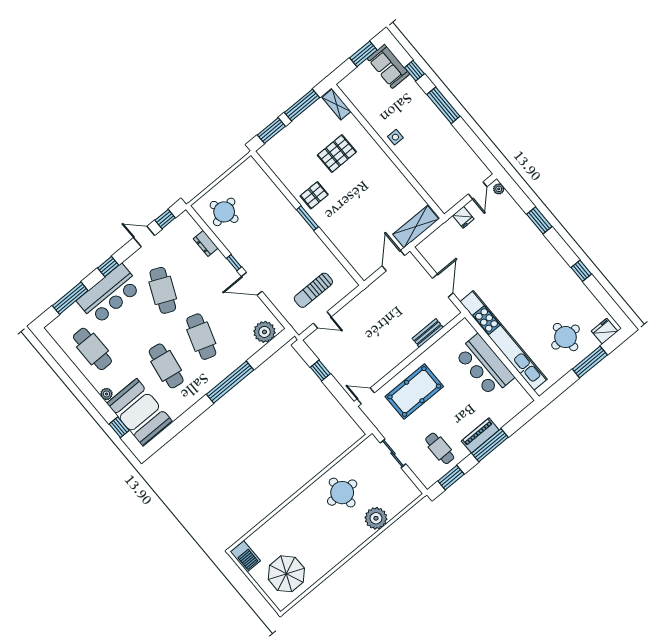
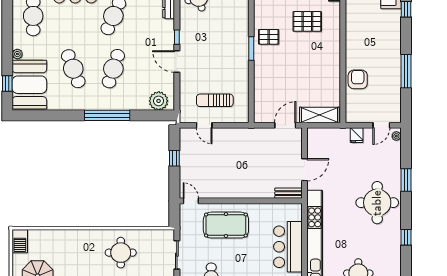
window: (443, 105) -> (406, 71), moved
side table: (395, 137) -> (356, 43), removed
armchair: (423, 168) -> (358, 79), added
round table: (530, 261) -> (377, 203), added
bench: (428, 333) -> (288, 193), moved
cafe table: (166, 366) -> (73, 69), turned -30

